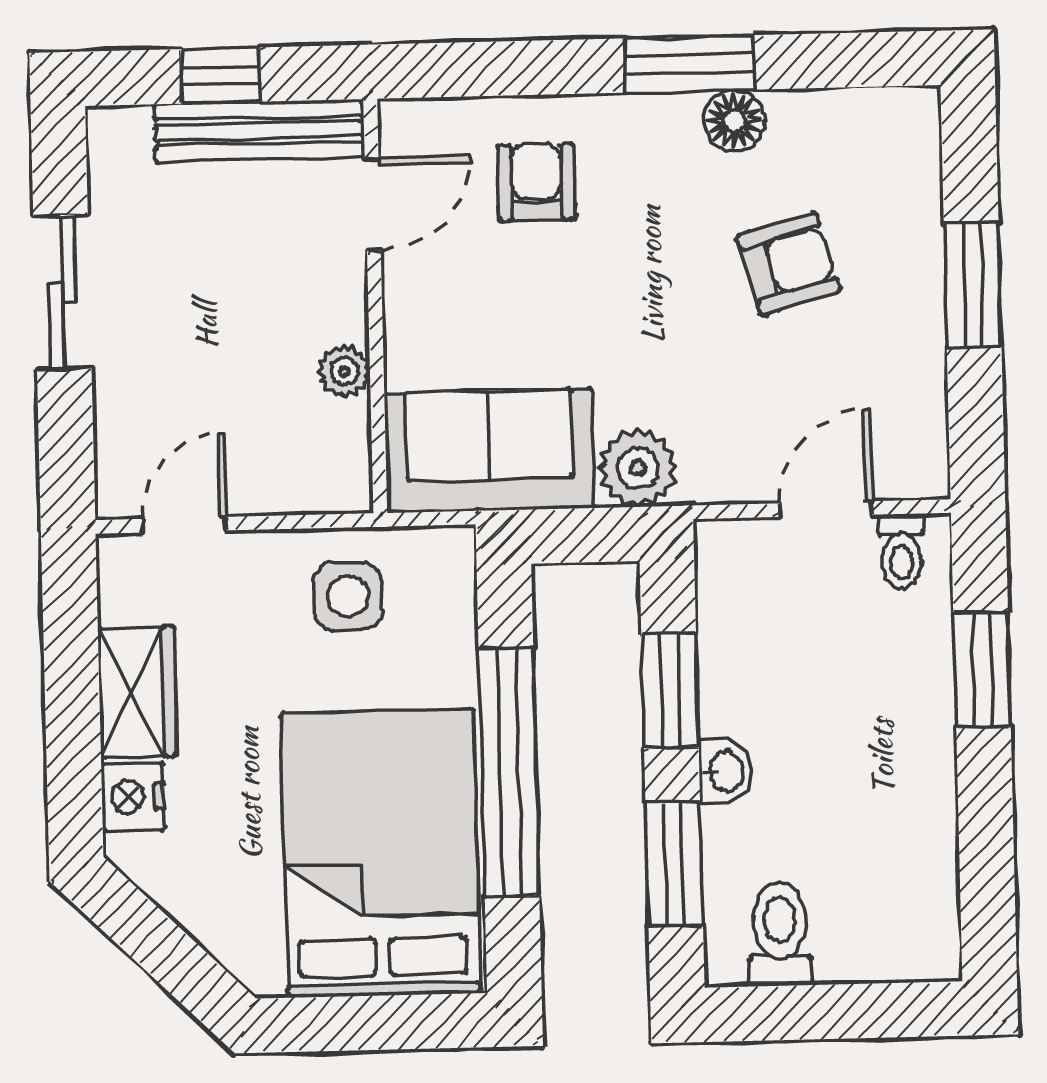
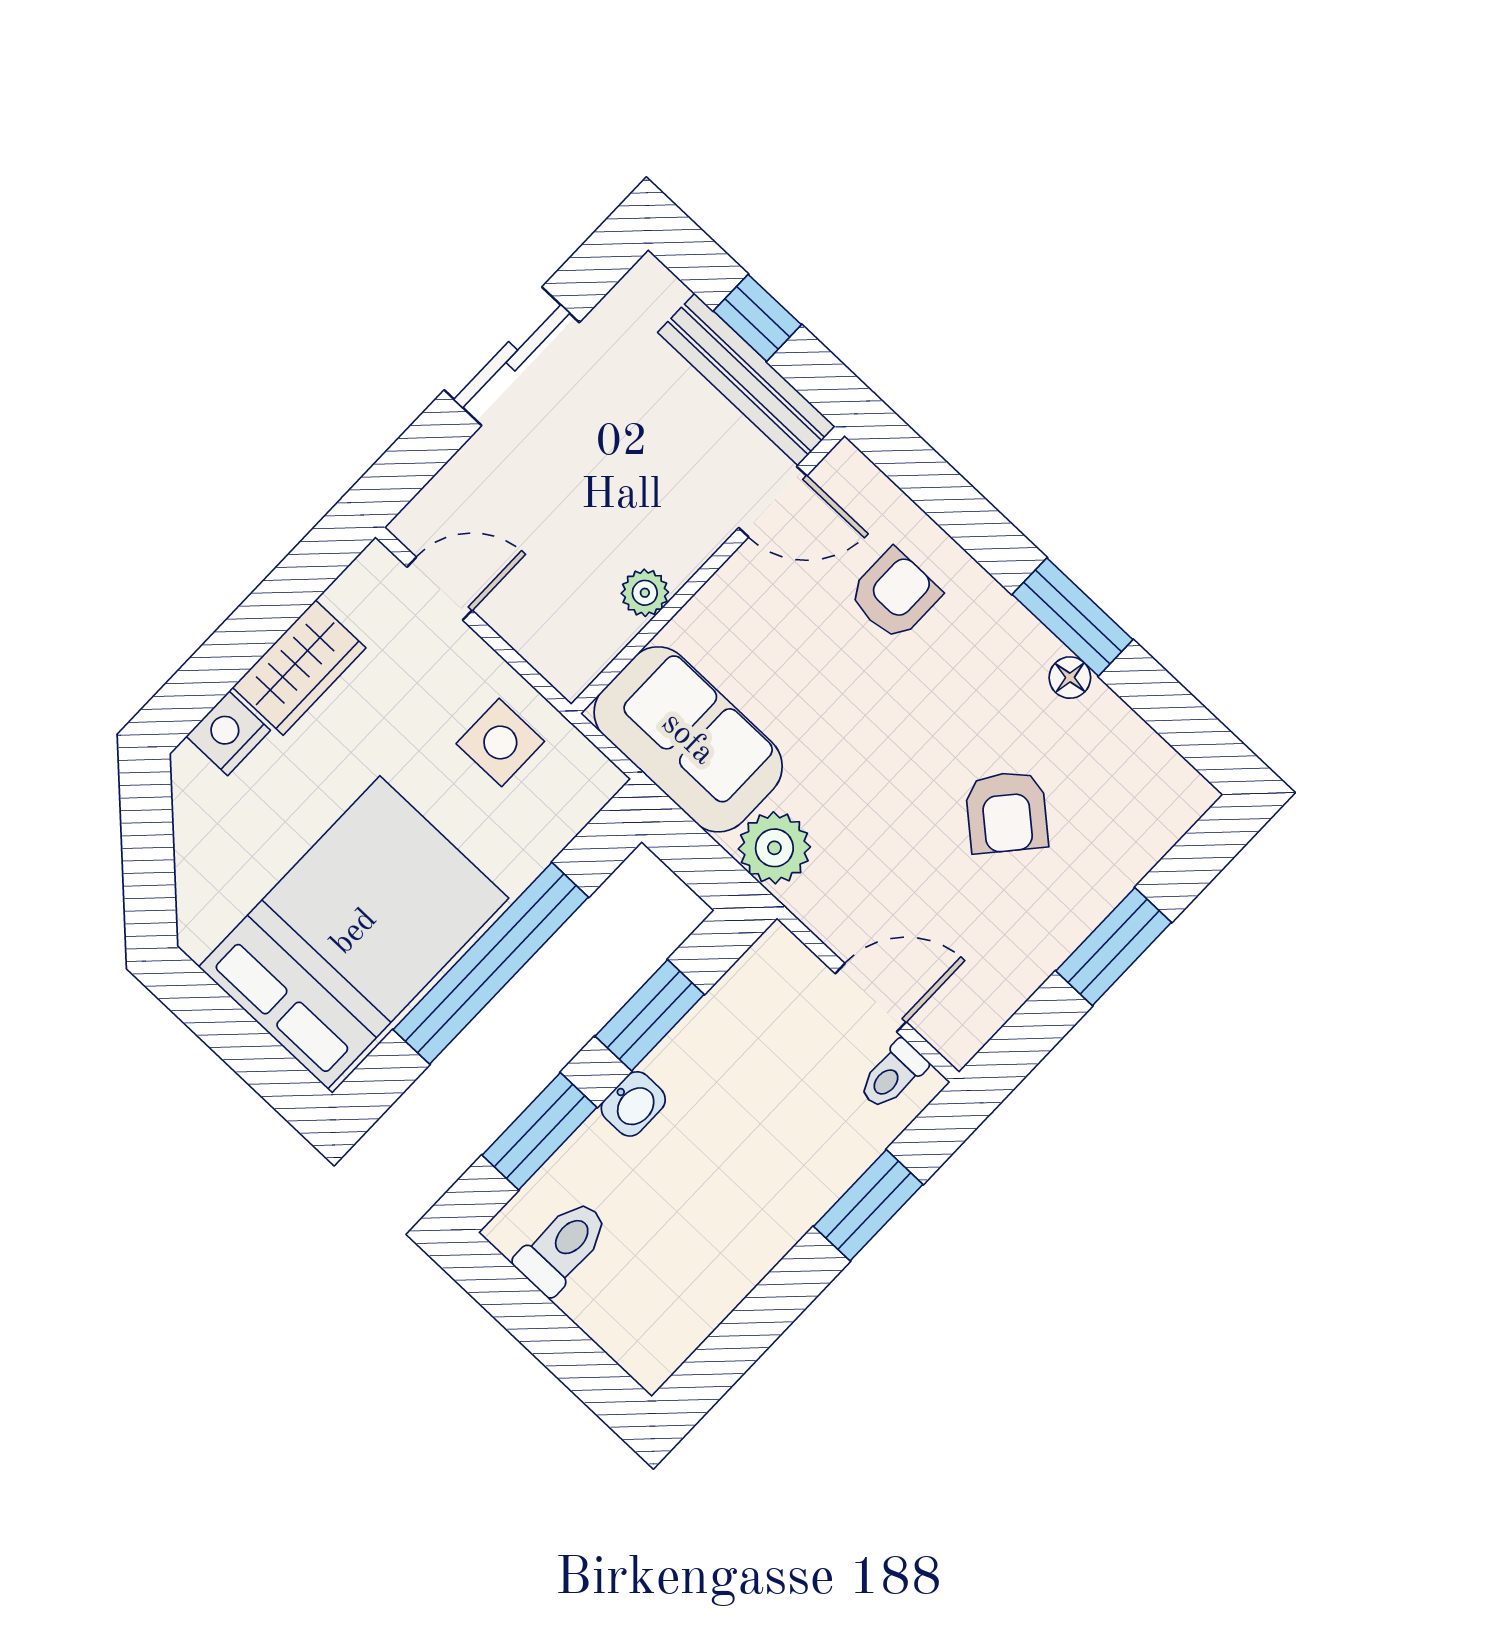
floor lamp: (734, 121) -> (1070, 678), width x0.73, depth x0.73
armchair: (788, 264) -> (1007, 812), turned 57

